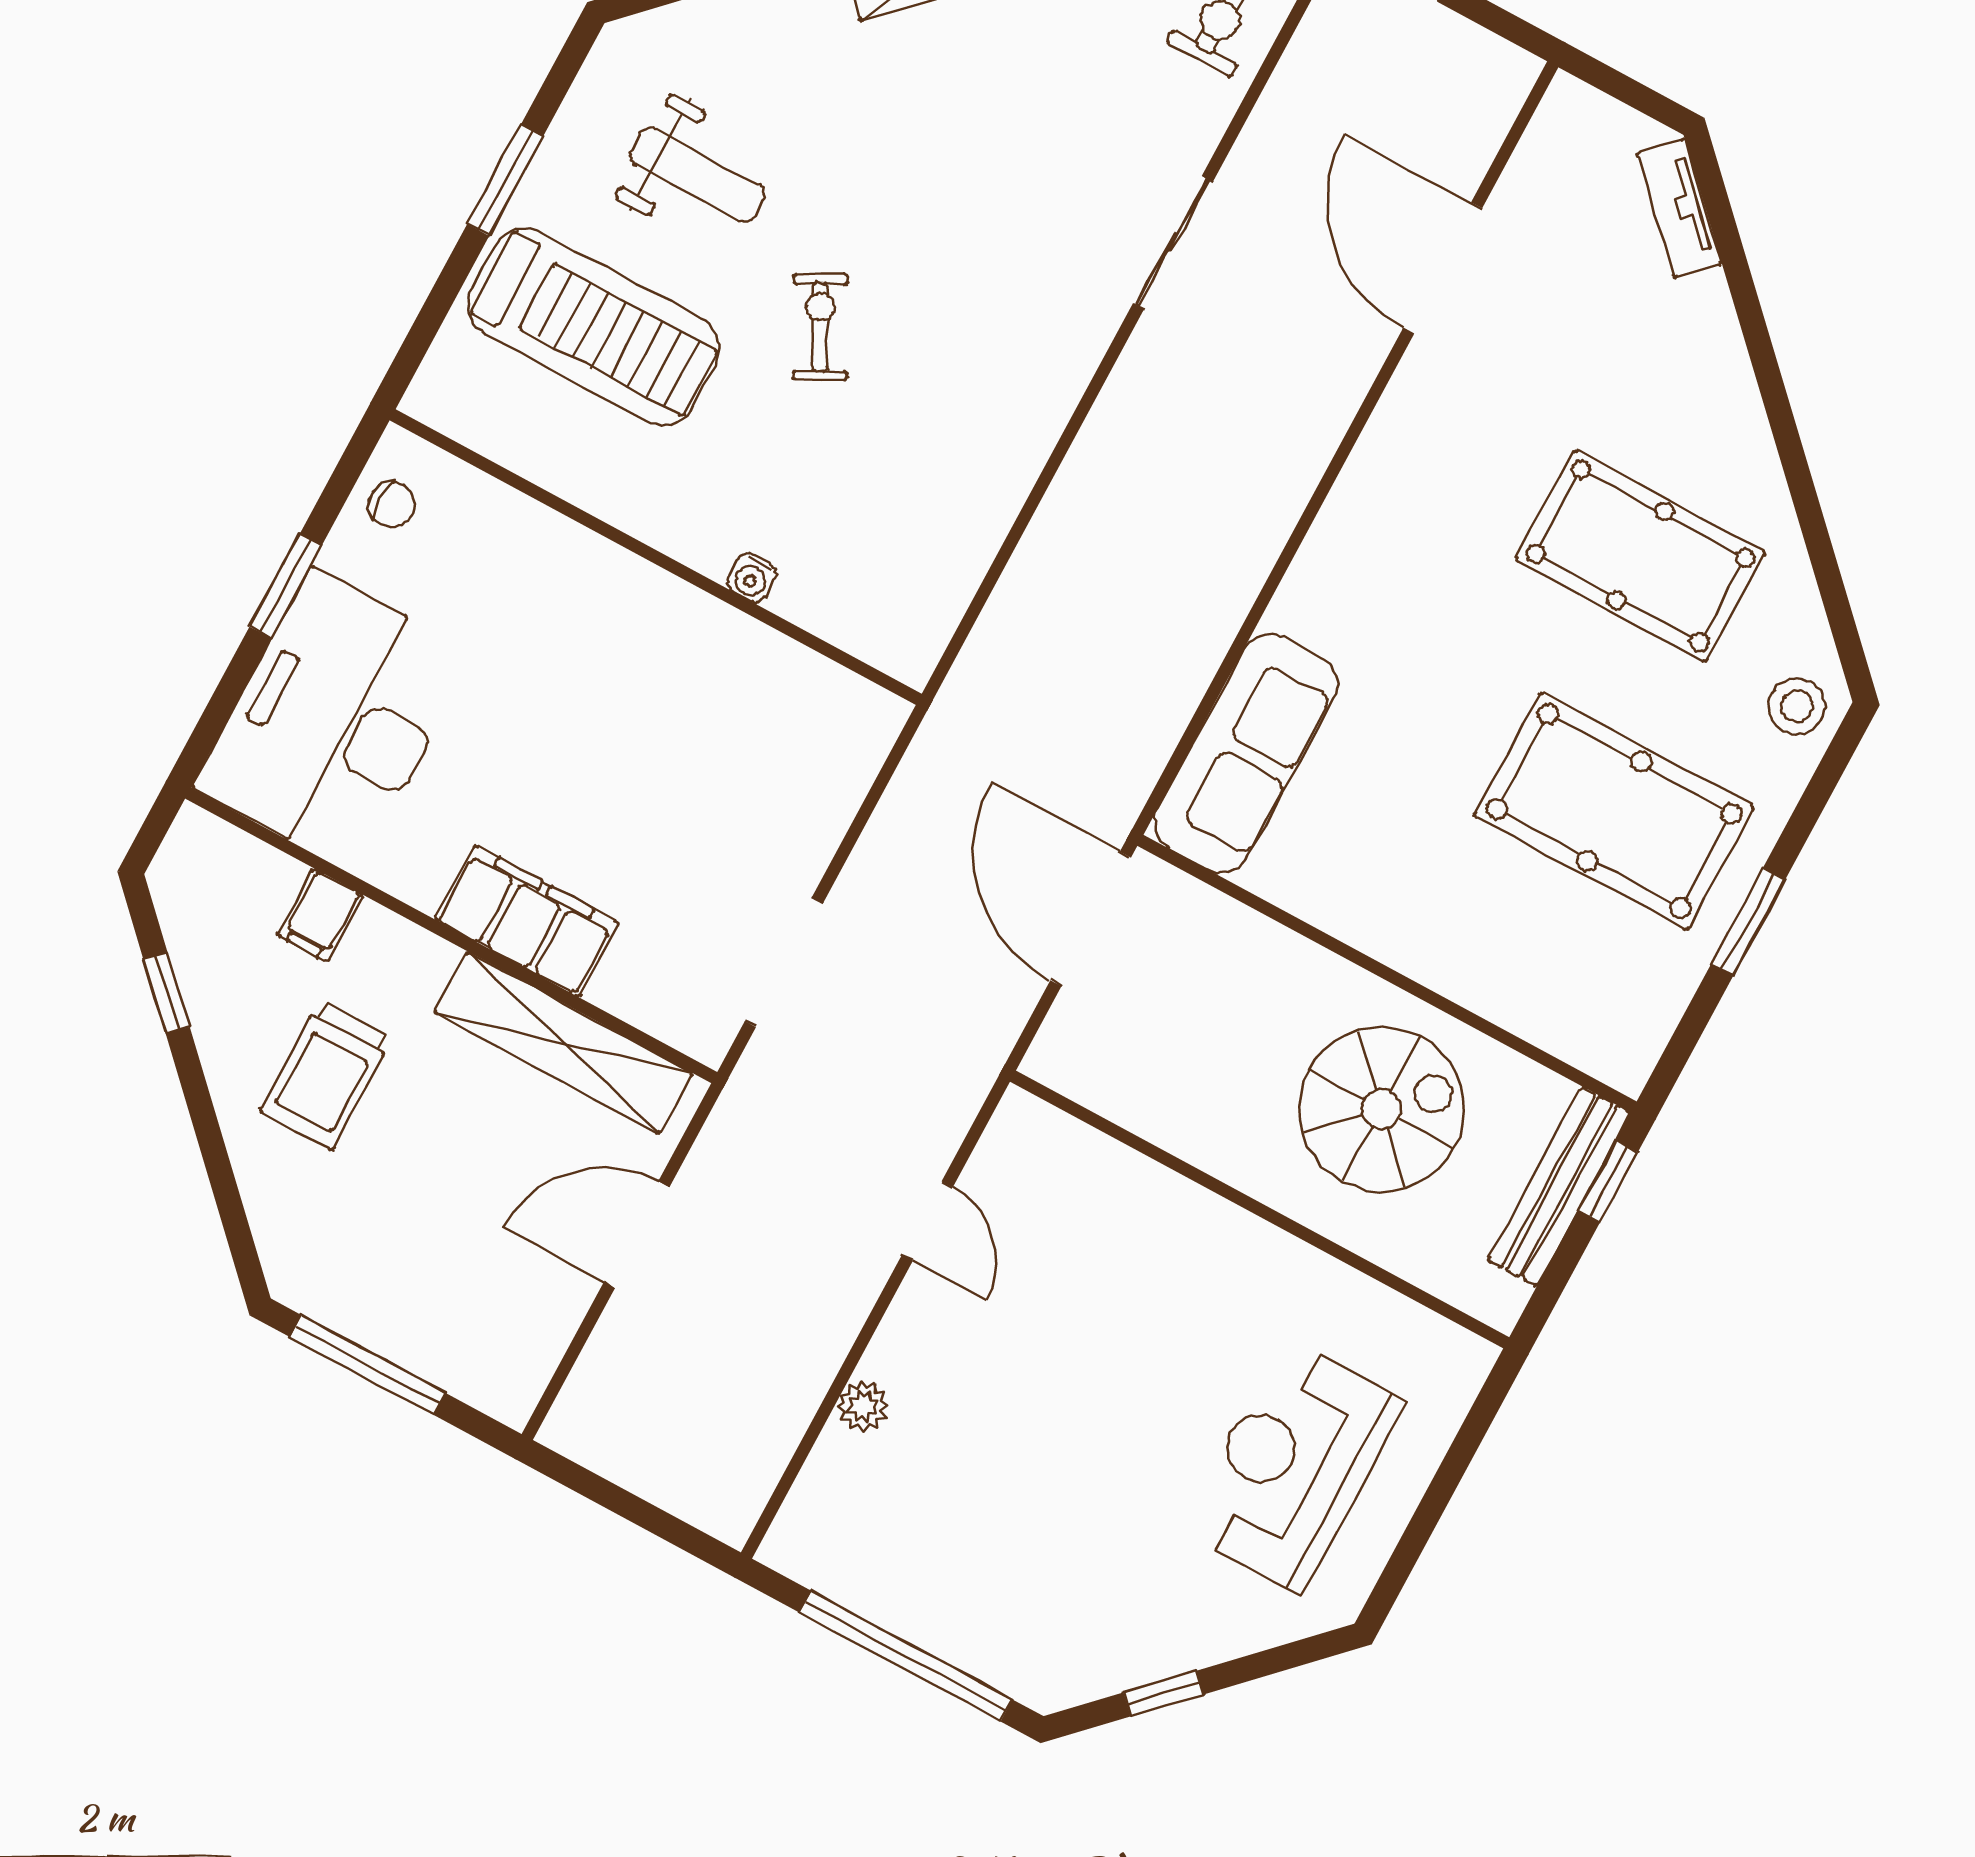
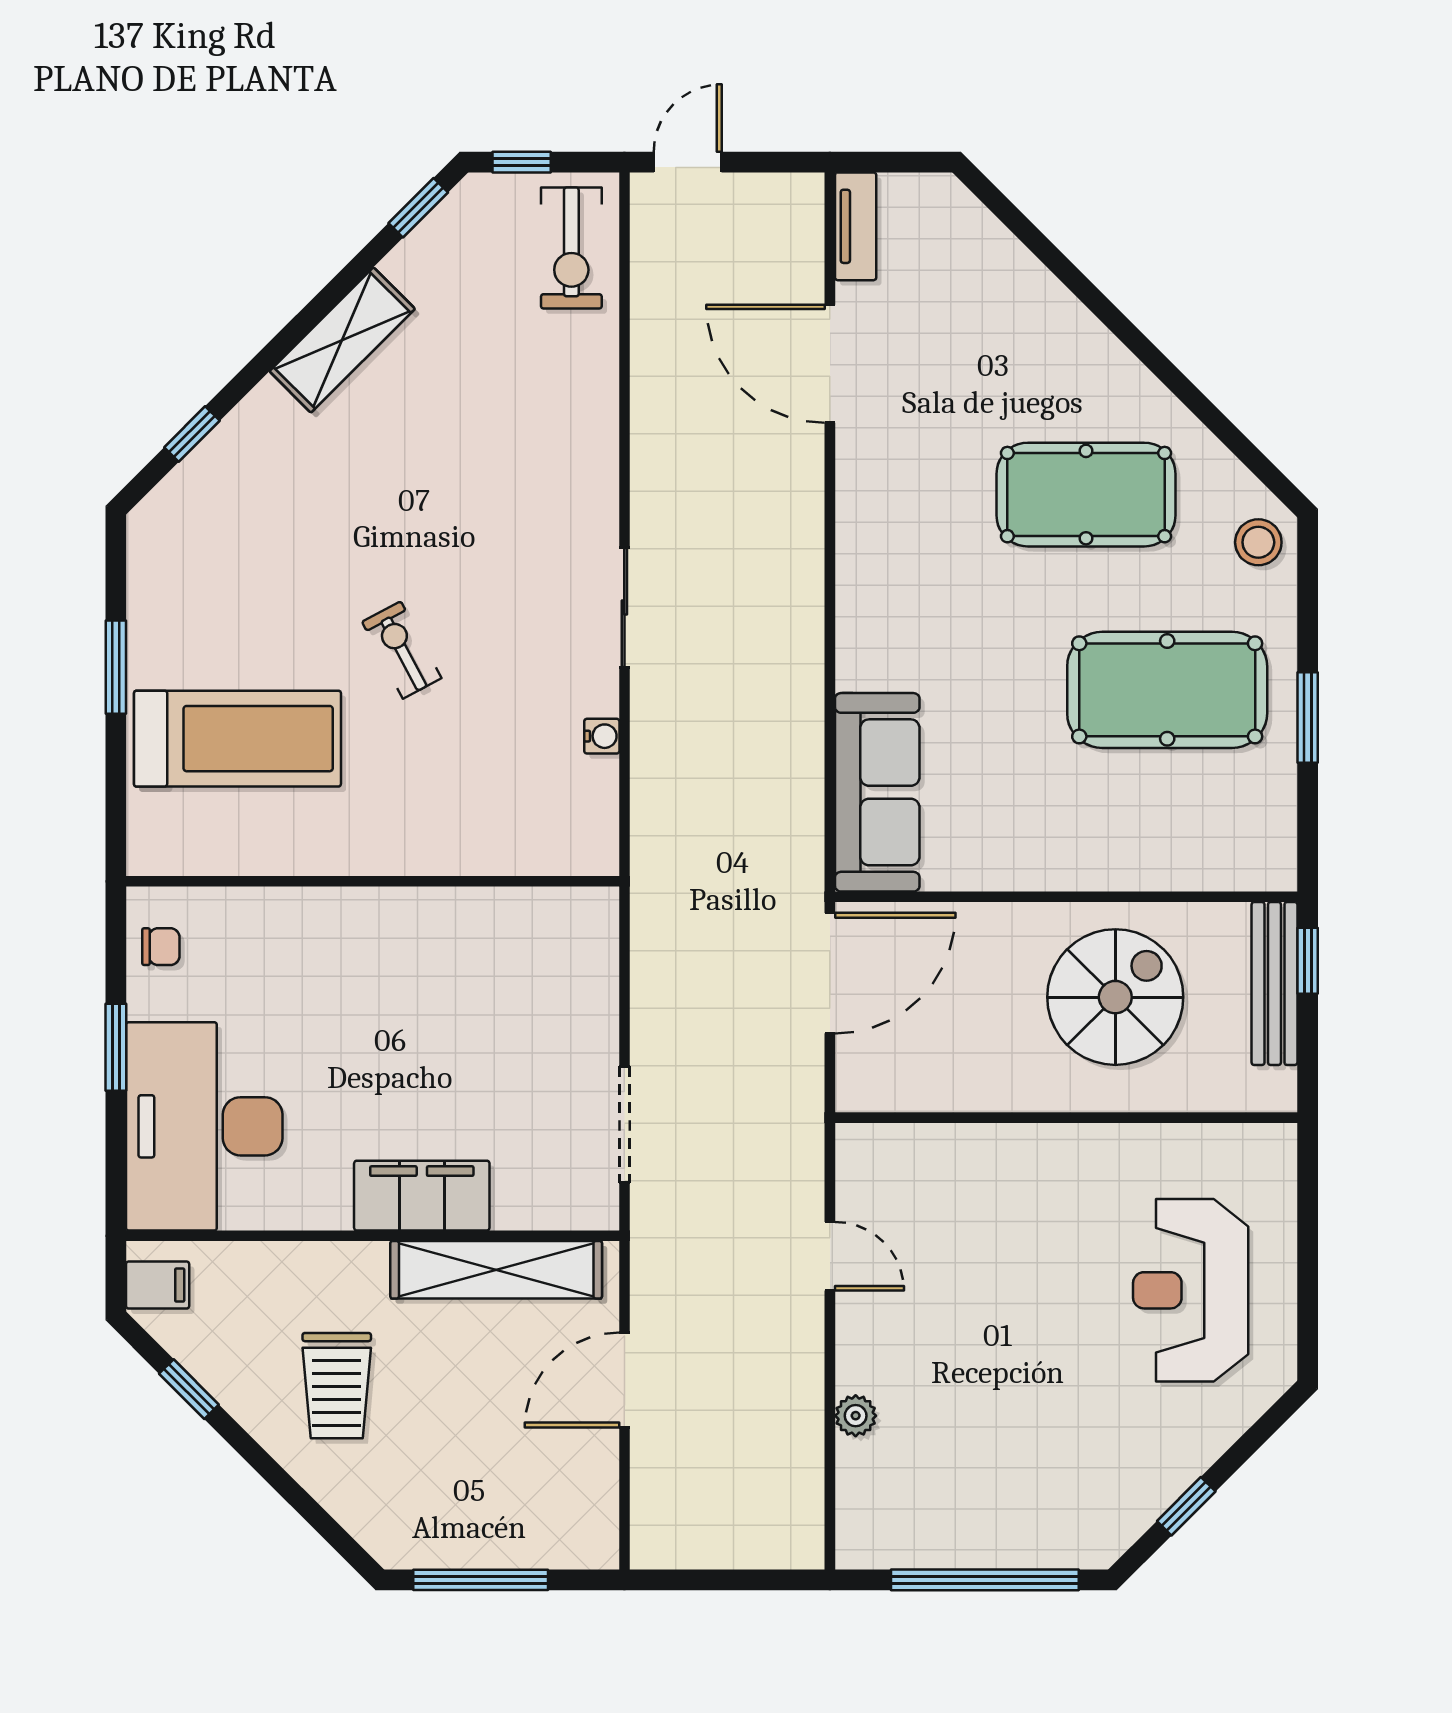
weight bench: (697, 175) -> (253, 588), removed
tv unit: (1679, 208) -> (856, 226), moved, turned -135
sliding door: (1173, 242) -> (624, 607), moved
water cooler: (752, 578) -> (602, 736), moved, turned -90
filing cabinet: (321, 915) -> (158, 1285), moved, turned -90
door: (1091, 919) -> (830, 973), swing flipped

